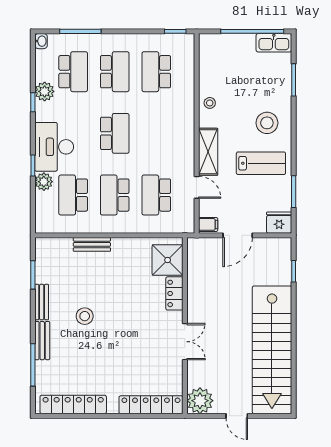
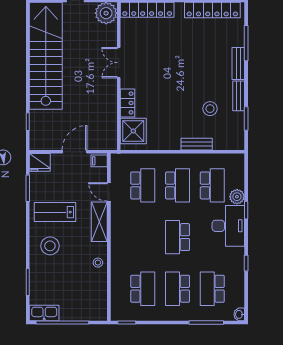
plant: (45, 91) -> (236, 272), removed
stool: (85, 316) -> (210, 109), moved

